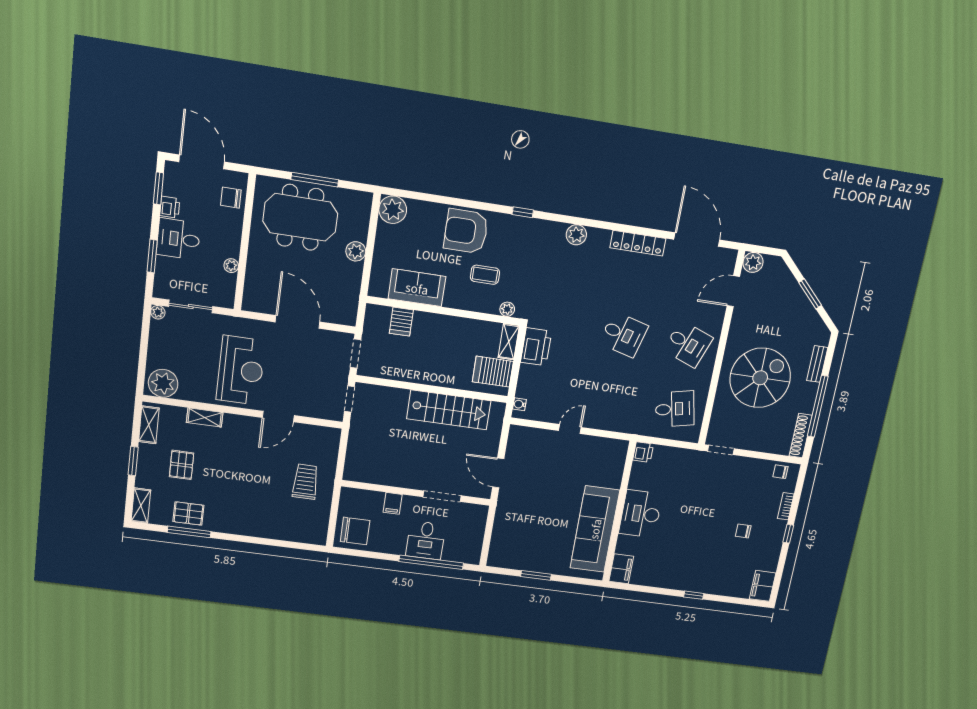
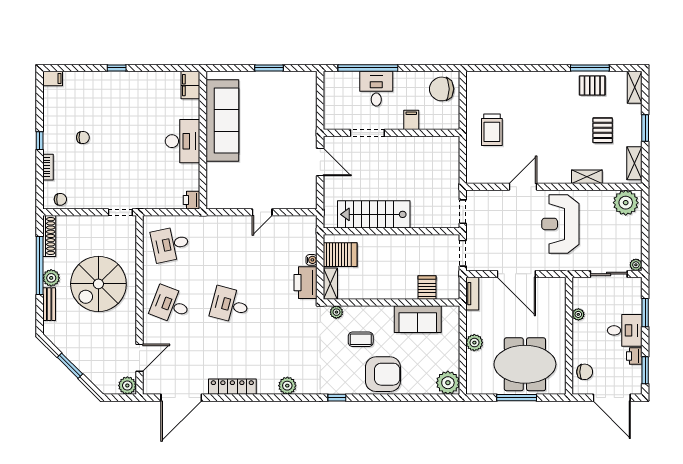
door: (697, 240) -> (181, 398), hinge flipped
tv unit: (351, 307) -> (472, 294), added
plant: (809, 391) -> (51, 278), added
water cooler: (519, 404) -> (312, 260), moved
filing cabinet: (763, 586) -> (53, 78), width x0.50

